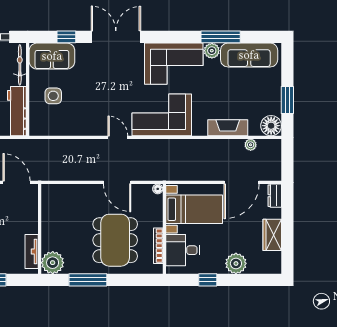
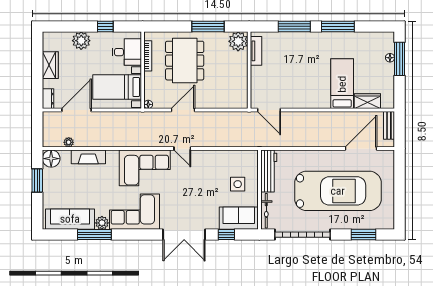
door: (117, 182) -> (183, 110), hinge flipped

